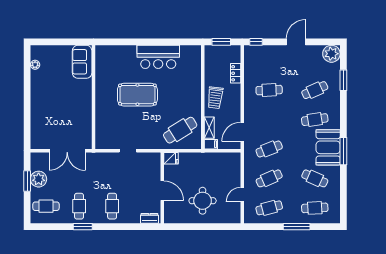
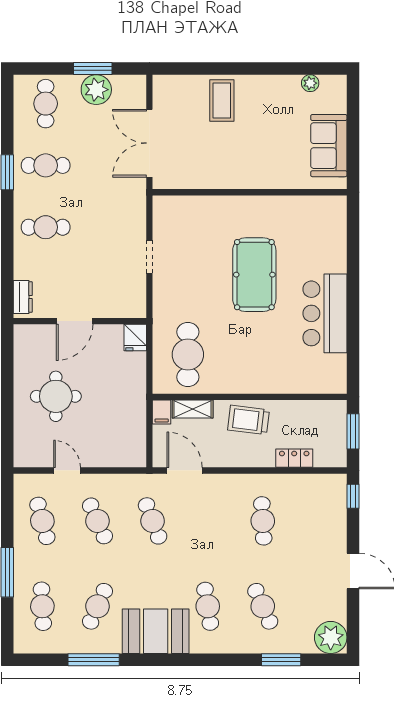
sofa: (82, 62) -> (329, 146), moved, turned -90
coffee table: (44, 112) -> (222, 101), added
cafe table: (180, 130) -> (188, 354), turned 32
window: (343, 151) -> (94, 660), moved

